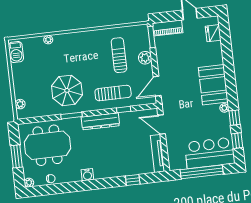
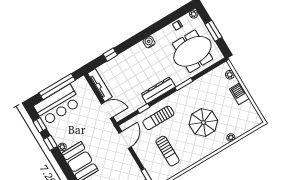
barbecue: (16, 52) -> (239, 94), moved
plant: (145, 58) -> (145, 159), removed
parasol: (67, 90) -> (203, 122), moved

